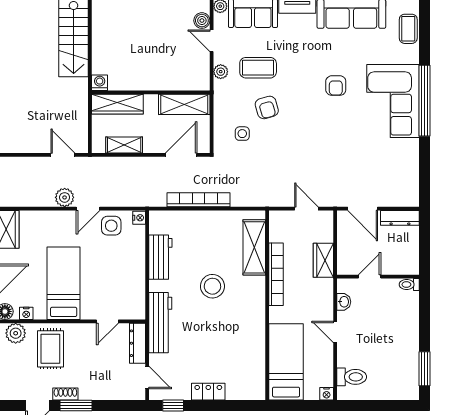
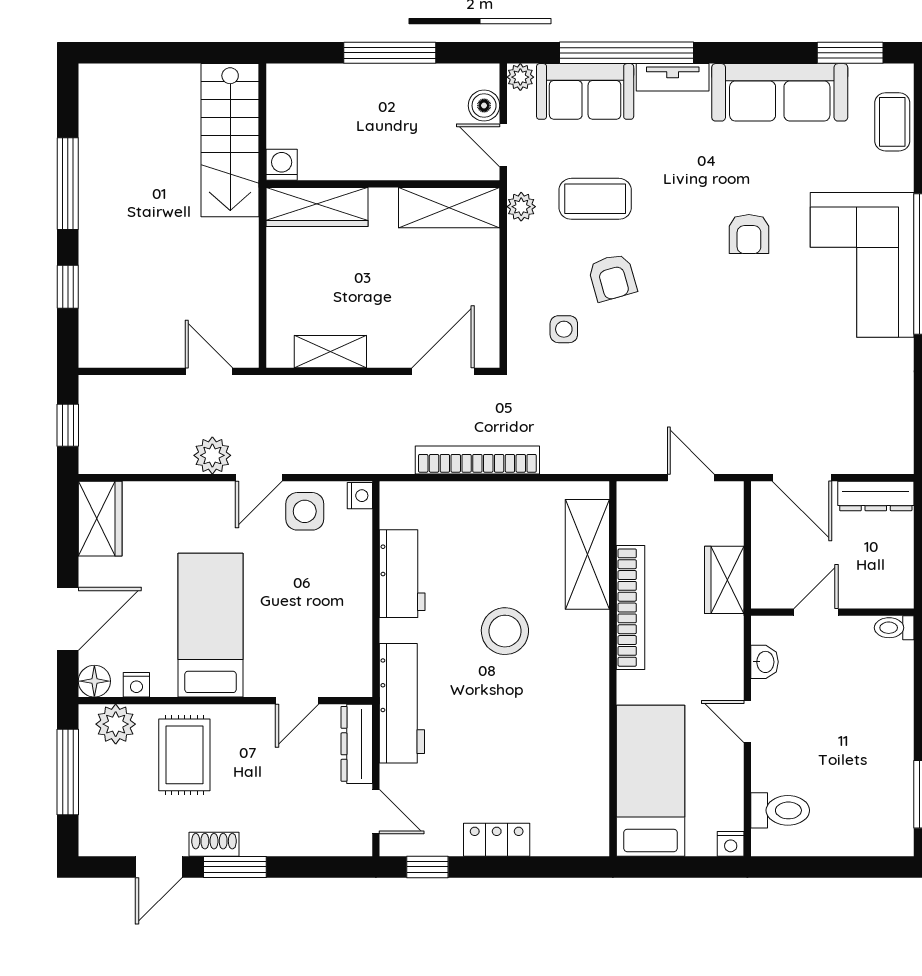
washing machine: (100, 83) -> (282, 165), moved
wall: (151, 92) -> (383, 184), moved
wardrobe: (117, 104) -> (317, 207), moved
shelving: (184, 104) -> (449, 208), moved

